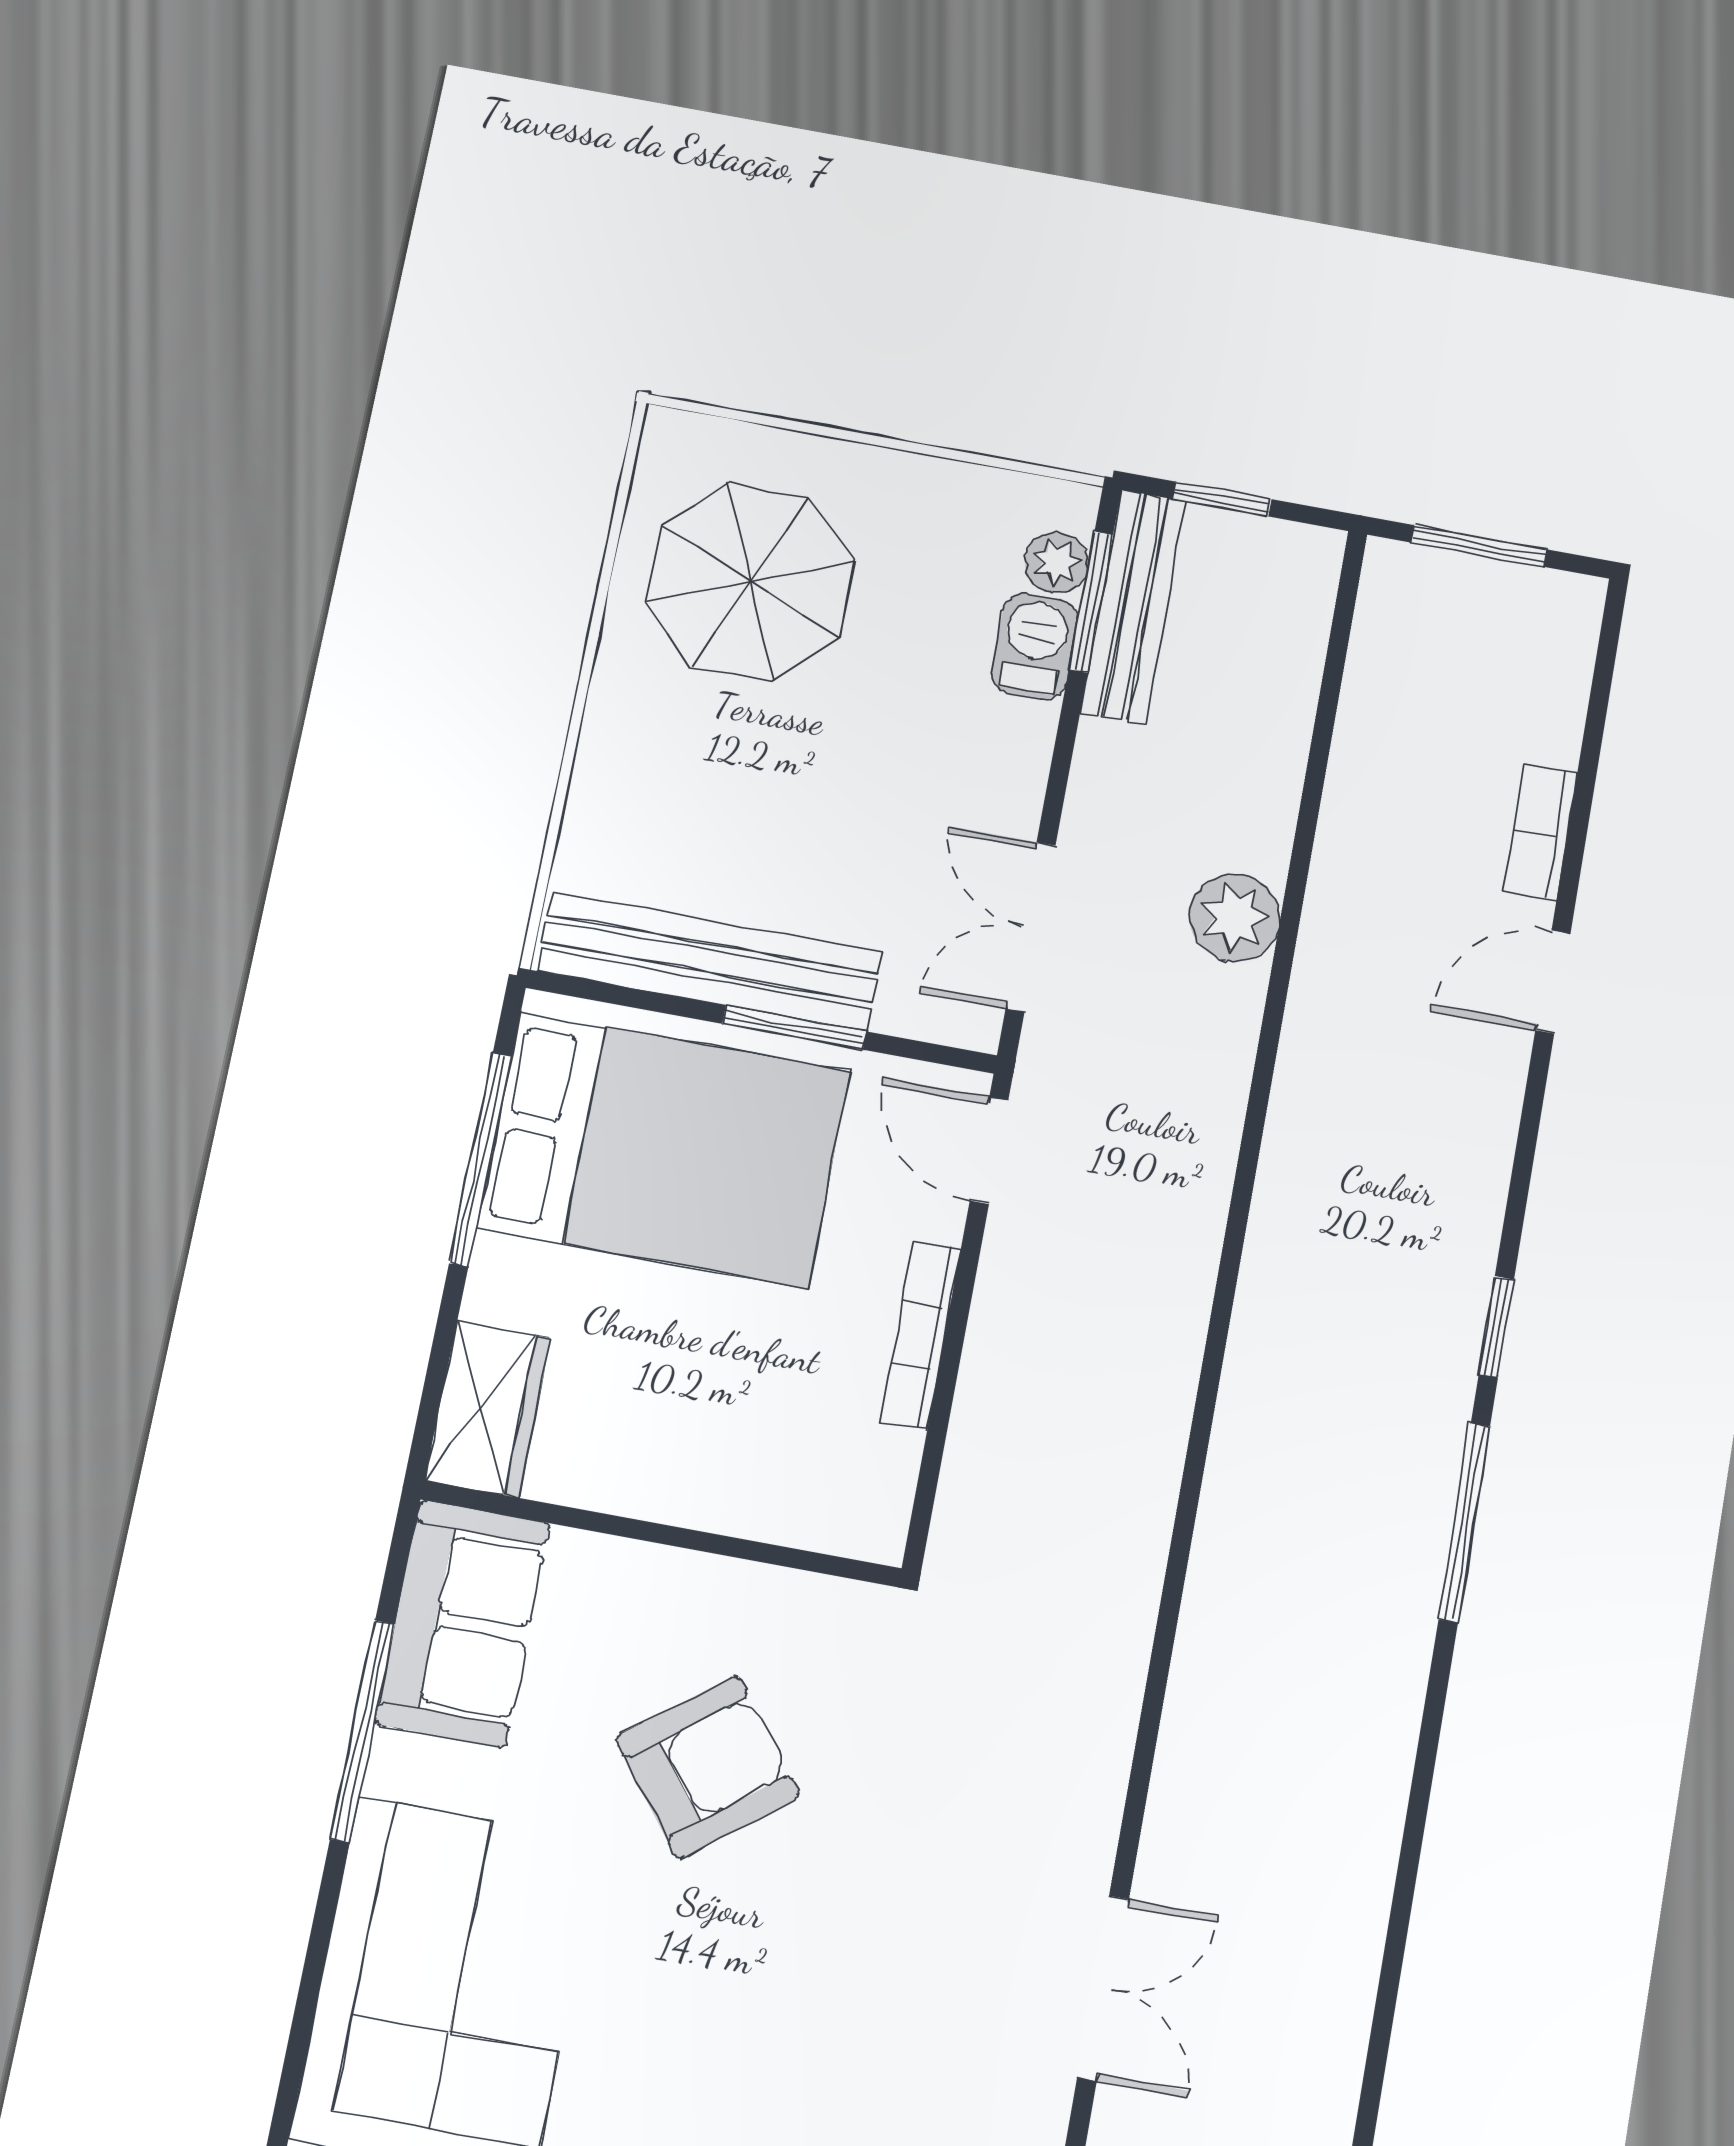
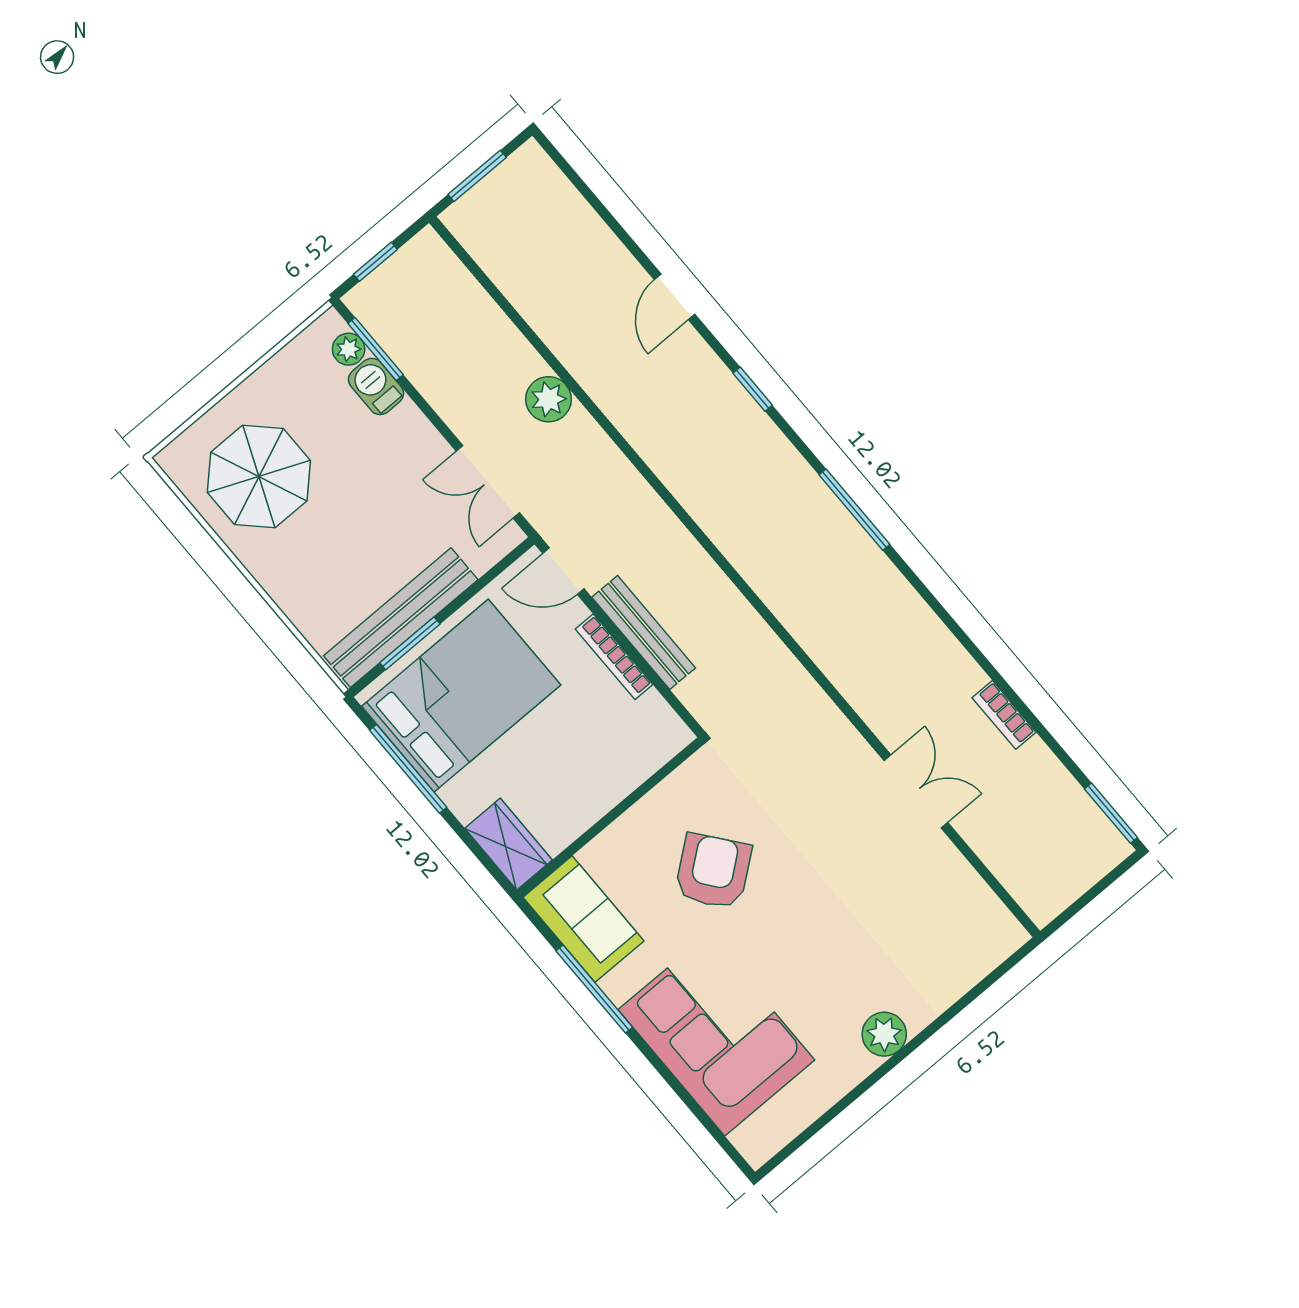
bench: (1134, 607) -> (644, 633), moved
bookcase: (1540, 832) -> (1004, 715), moved
window: (794, 1028) -> (410, 643), moved
window: (1496, 1327) -> (753, 389), moved

